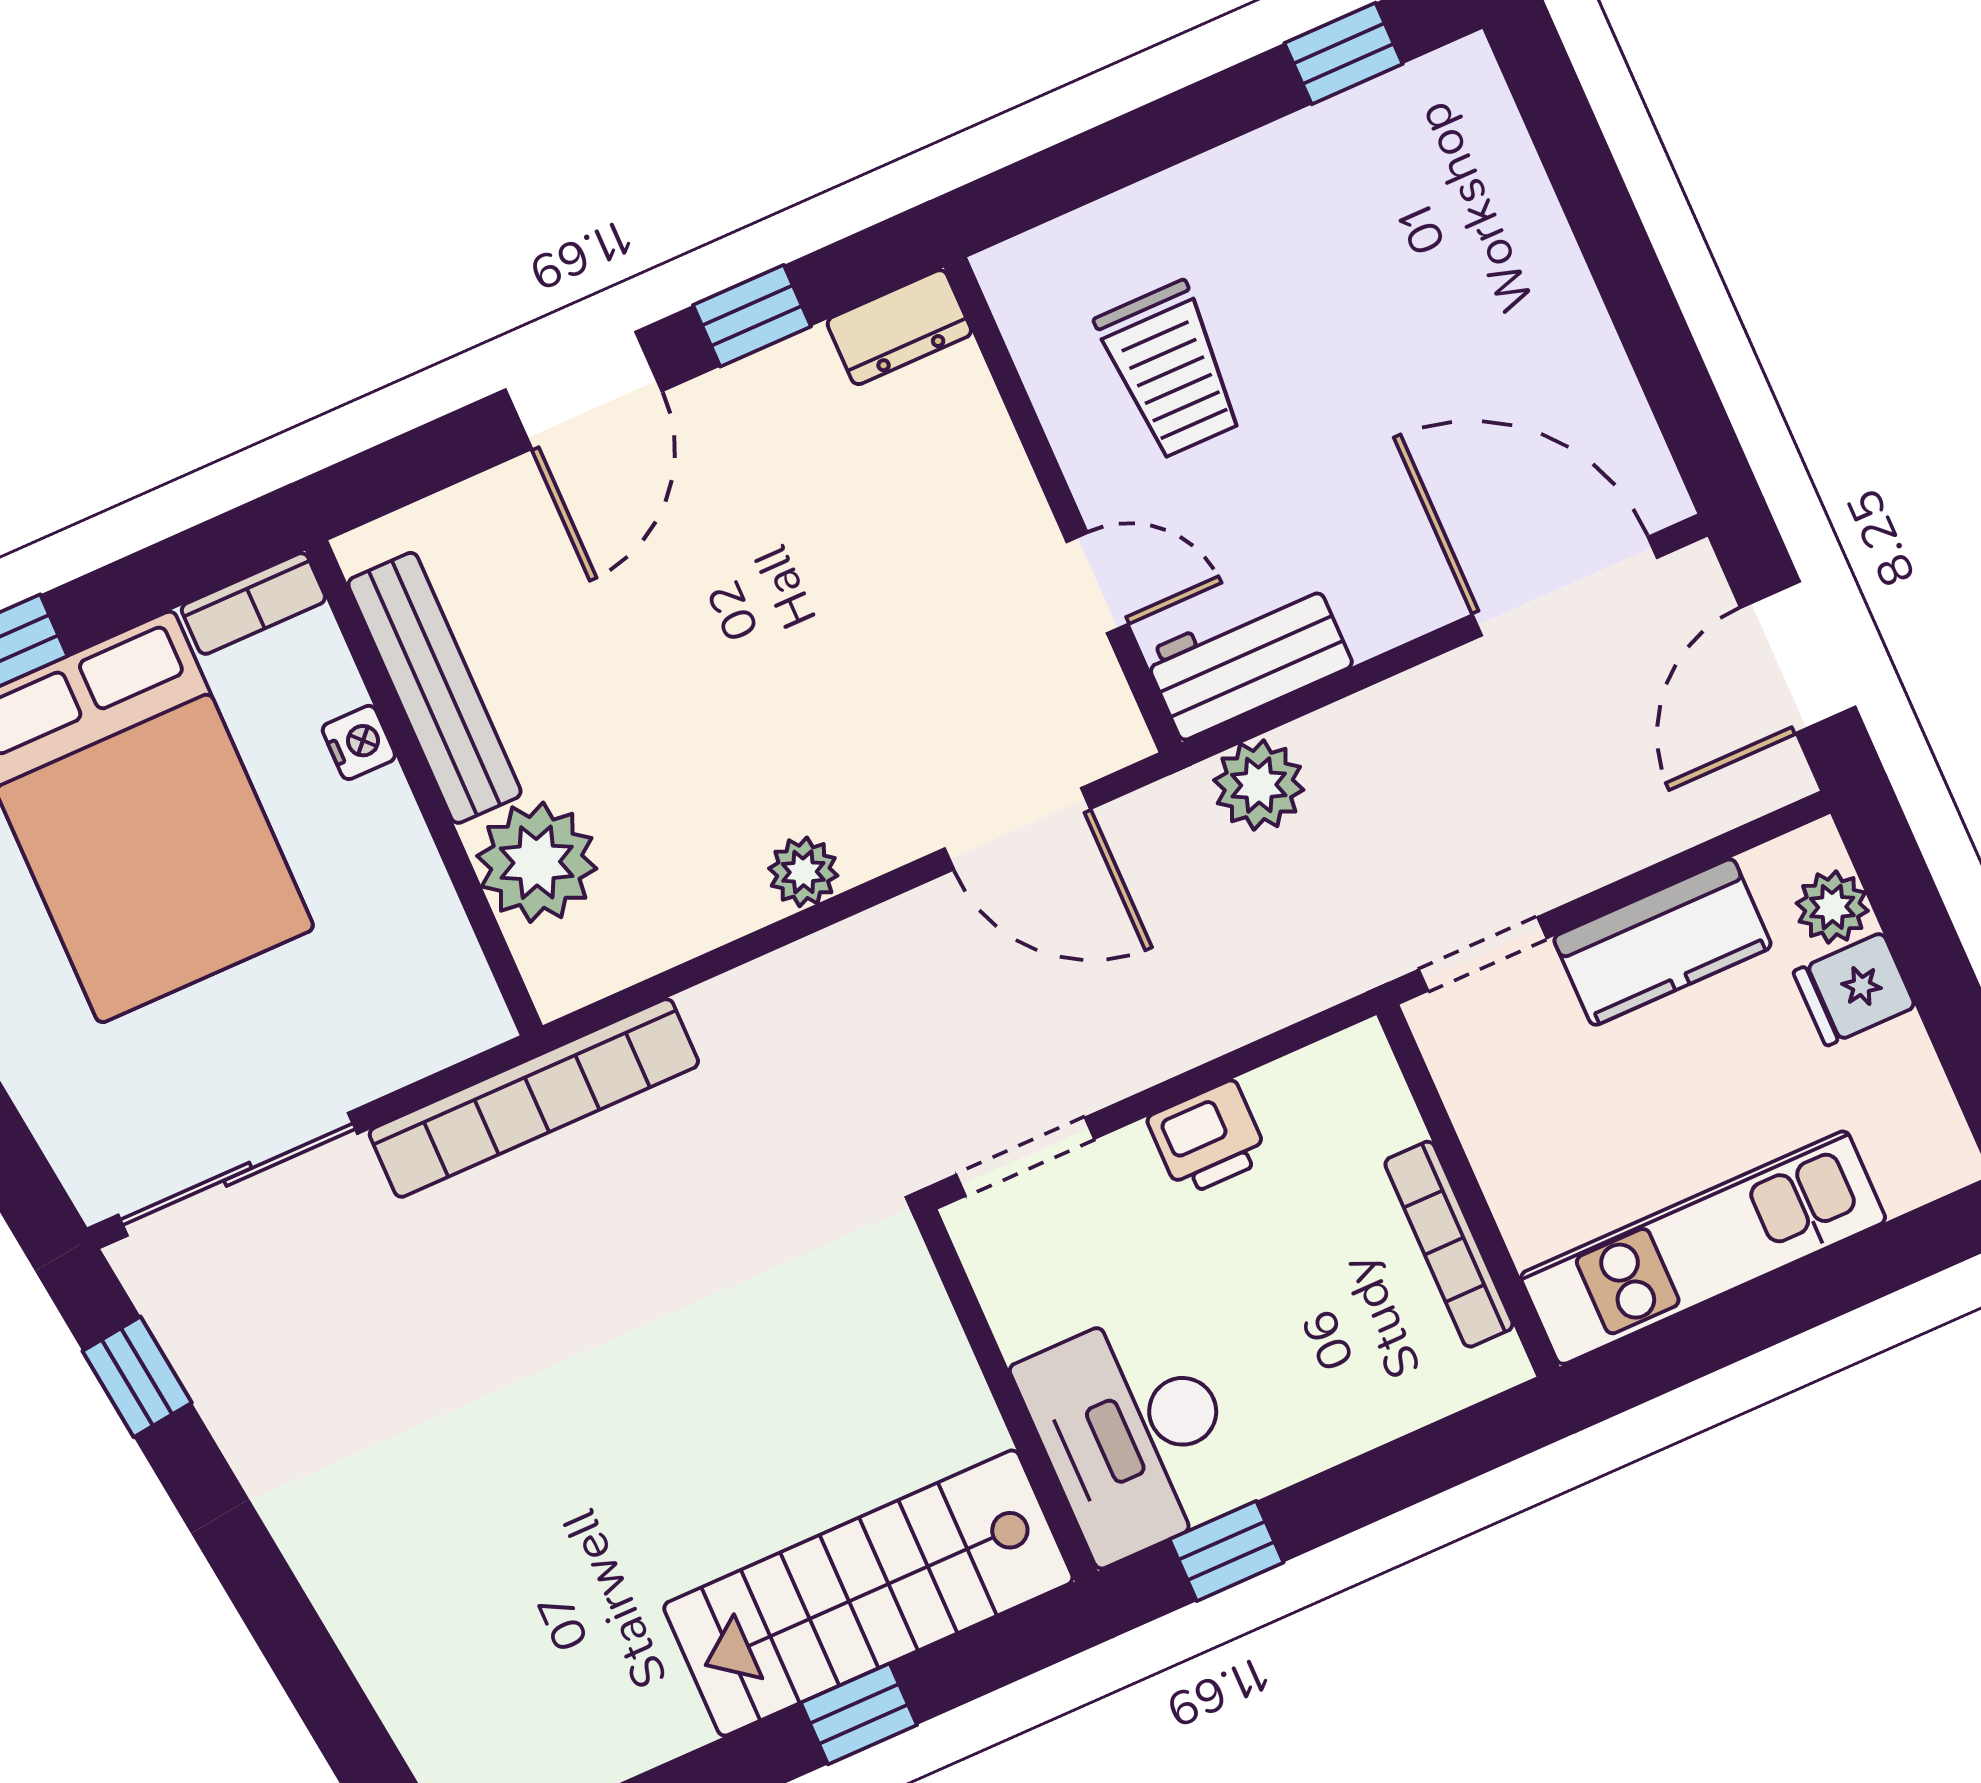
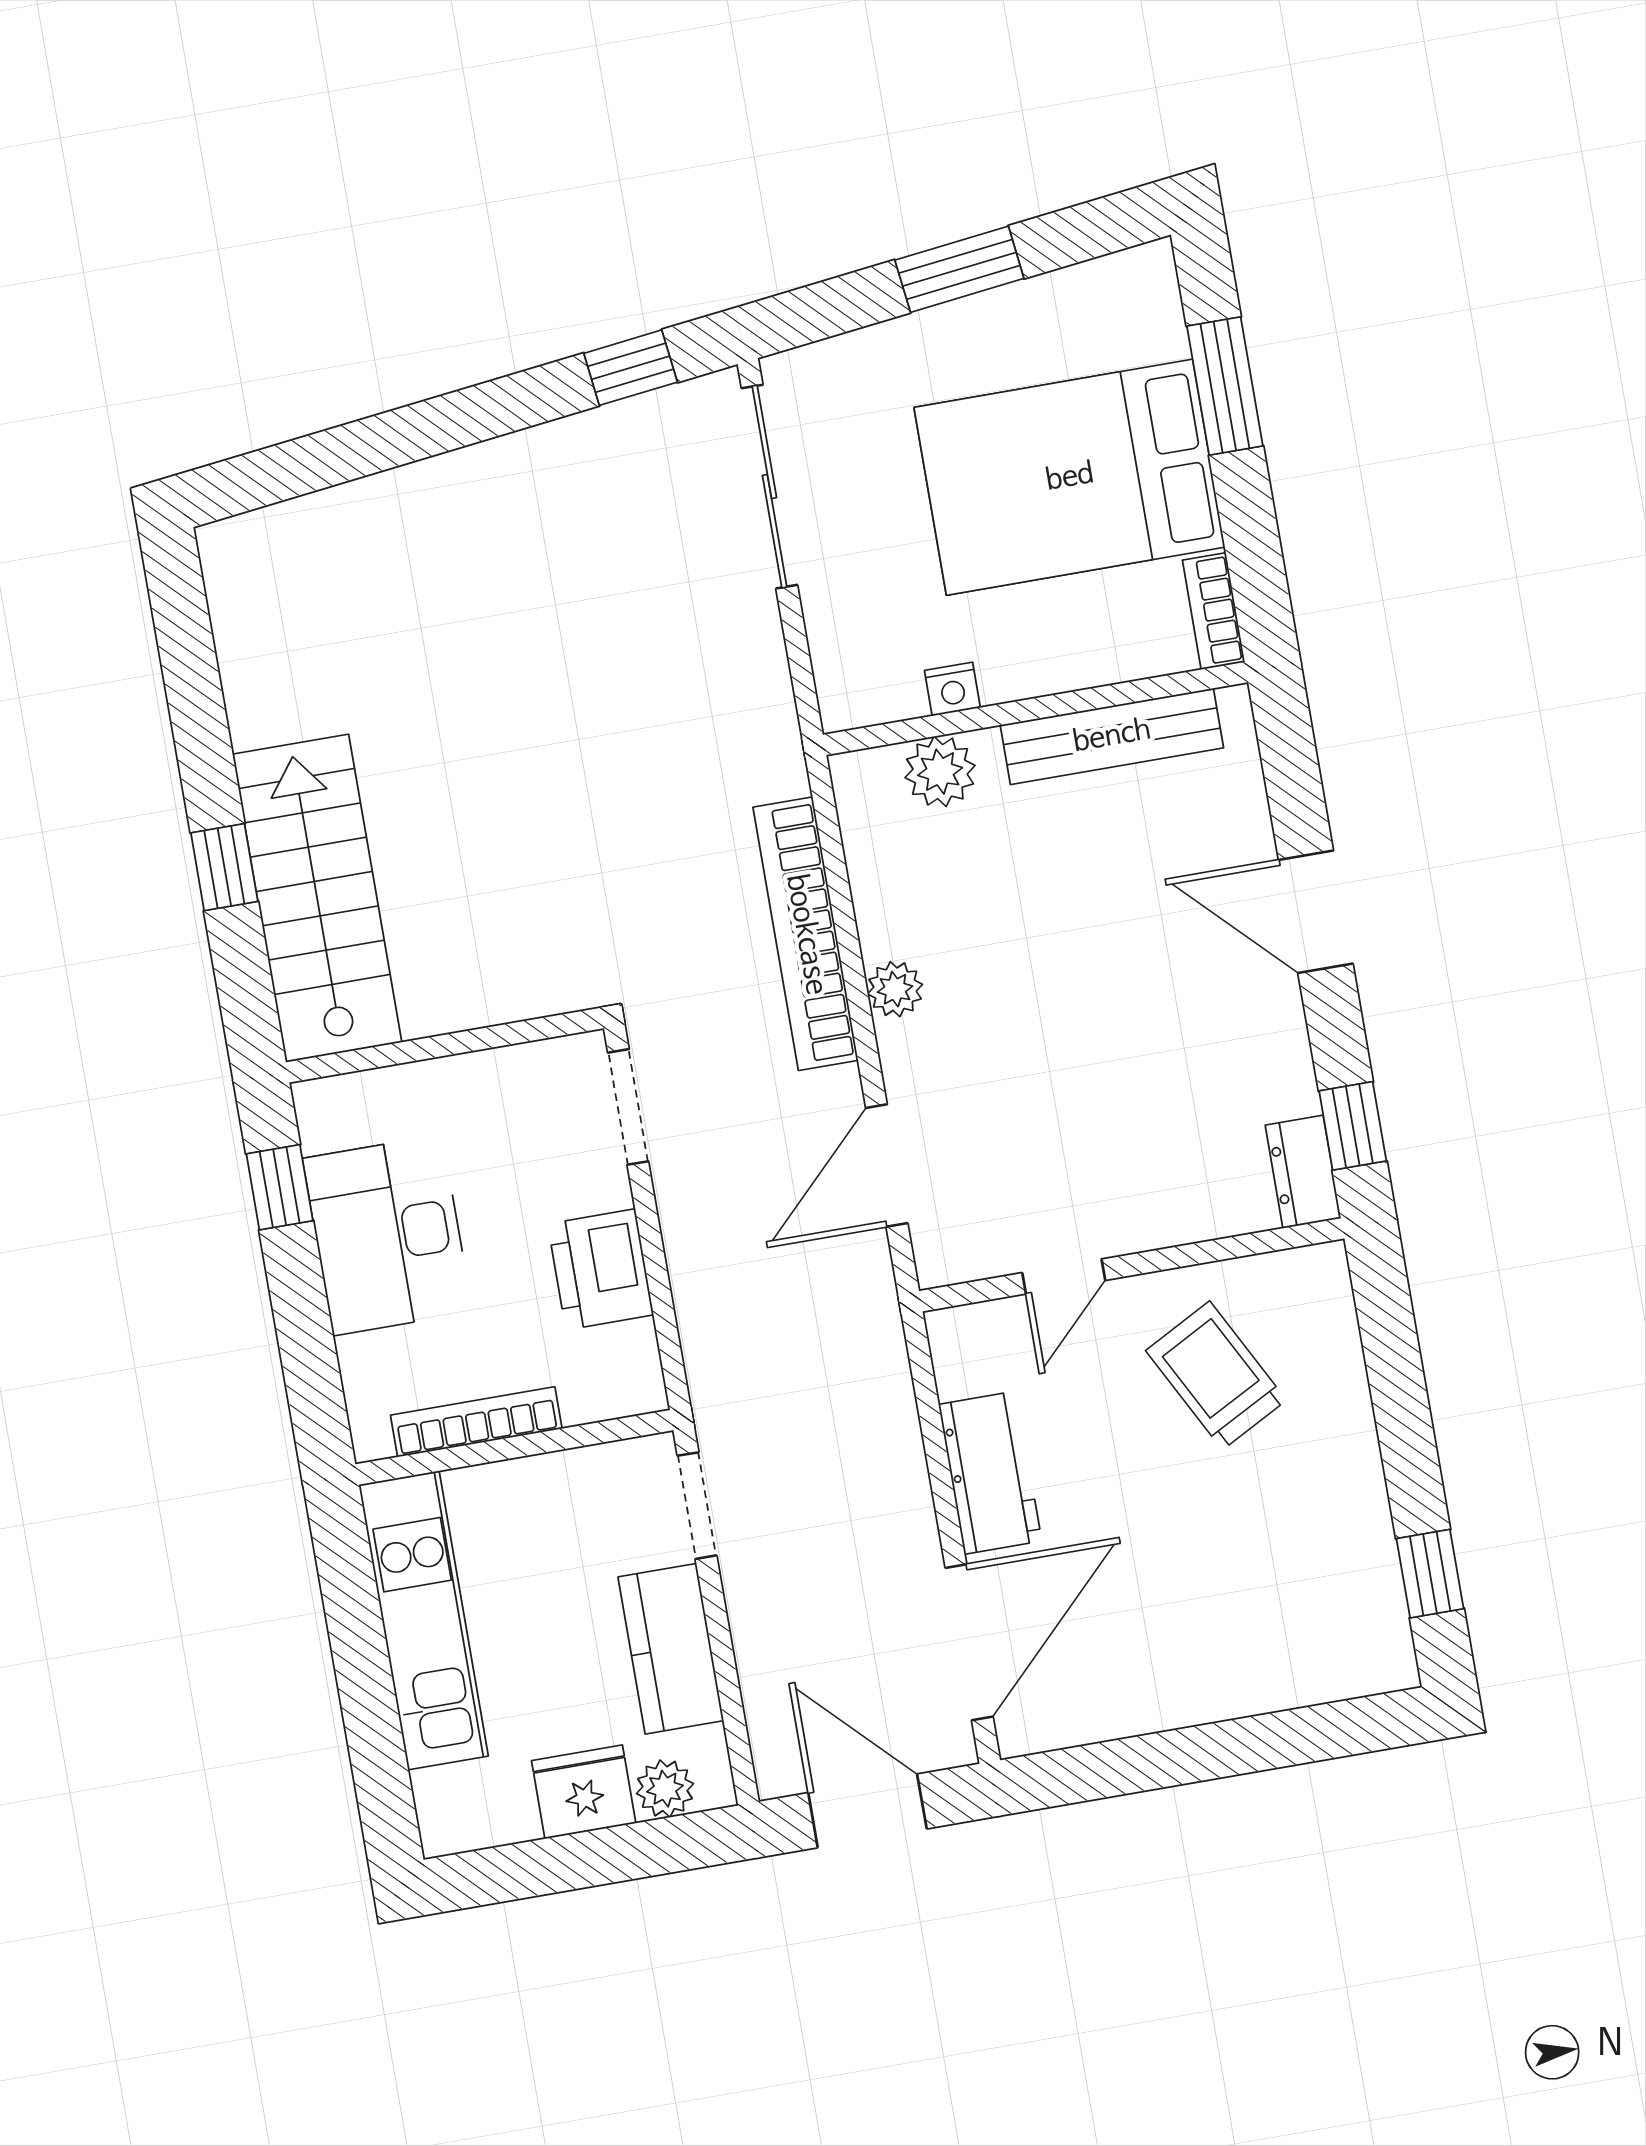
window: (752, 316) -> (1353, 1126), moved
trolley: (1170, 370) -> (1216, 1375), turned 62
workbench: (1248, 659) -> (990, 1473), moved
nightstand: (359, 742) -> (952, 689), moved
plant: (1259, 785) -> (873, 1363), removed
plant: (537, 862) -> (940, 772), width x0.73, depth x0.73
fridge: (1854, 989) -> (584, 1792), width x1.38
bookcase: (534, 1098) -> (806, 934), moved
printer: (1208, 1138) -> (601, 1269), width x1.36, depth x1.24
desk: (1133, 1433) -> (388, 1235), moved, turned -90

